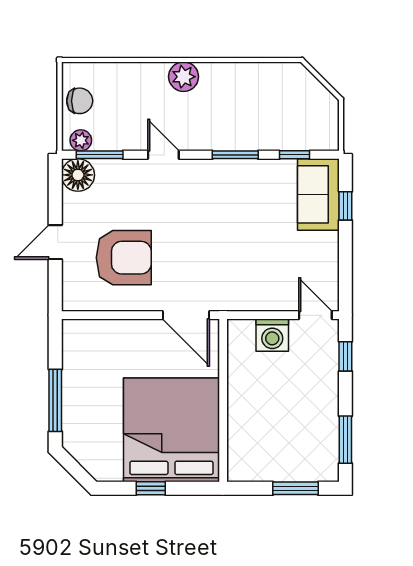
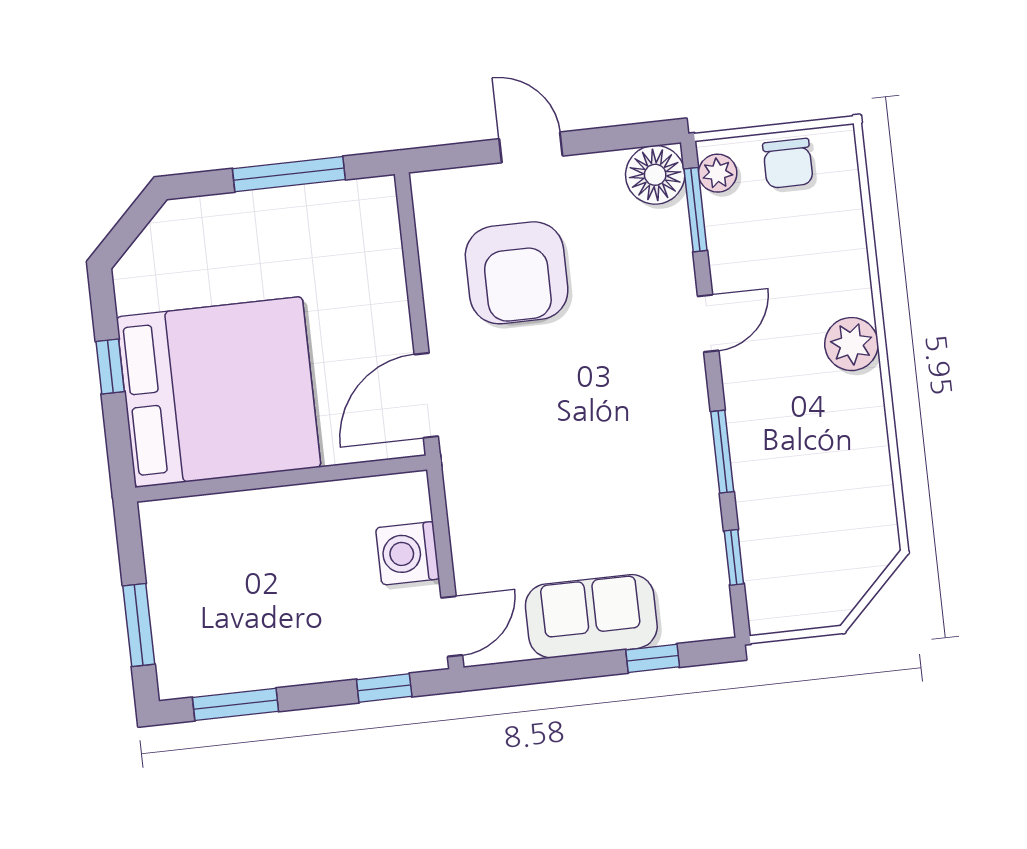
sofa: (318, 194) -> (591, 616), moved
window: (55, 400) -> (289, 174), moved

